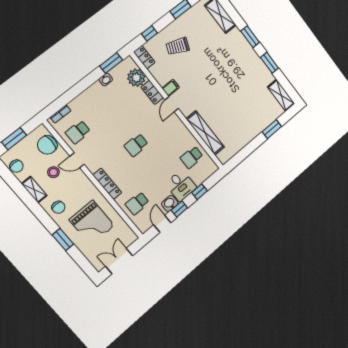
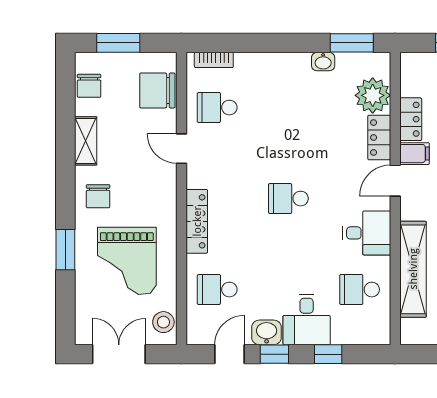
locker: (144, 57) -> (411, 119), moved
desk: (177, 133) -> (367, 233), added
stool: (53, 172) -> (163, 322), moved

